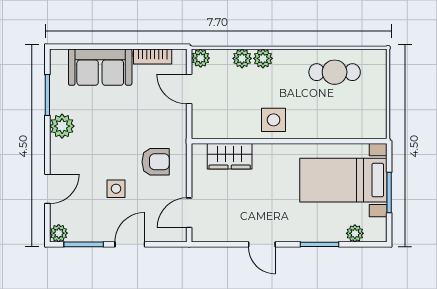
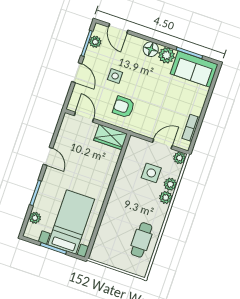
sofa: (100, 67) -> (194, 69), moved, turned -90
side table: (274, 120) -> (151, 173), moved
floor lamp: (61, 151) -> (151, 49), added
wardrobe: (230, 156) -> (111, 137), moved, turned -90
armchair: (156, 162) -> (124, 107), turned 90
door: (47, 189) -> (118, 28), moved
plant: (59, 233) -> (95, 42), moved
door: (262, 244) -> (48, 156), swing flipped

